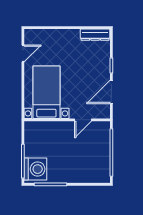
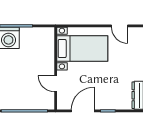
door: (111, 92) -> (83, 111), hinge flipped

